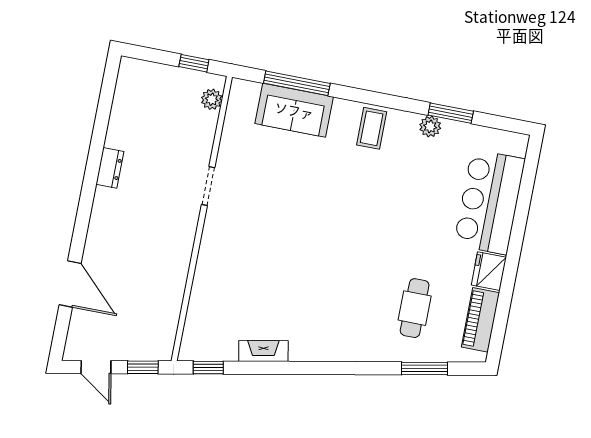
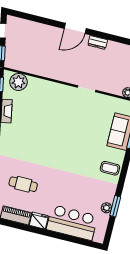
plant: (430, 126) -> (106, 208), moved
door: (70, 284) -> (75, 28), moved
plant: (201, 329) -> (18, 82), added

